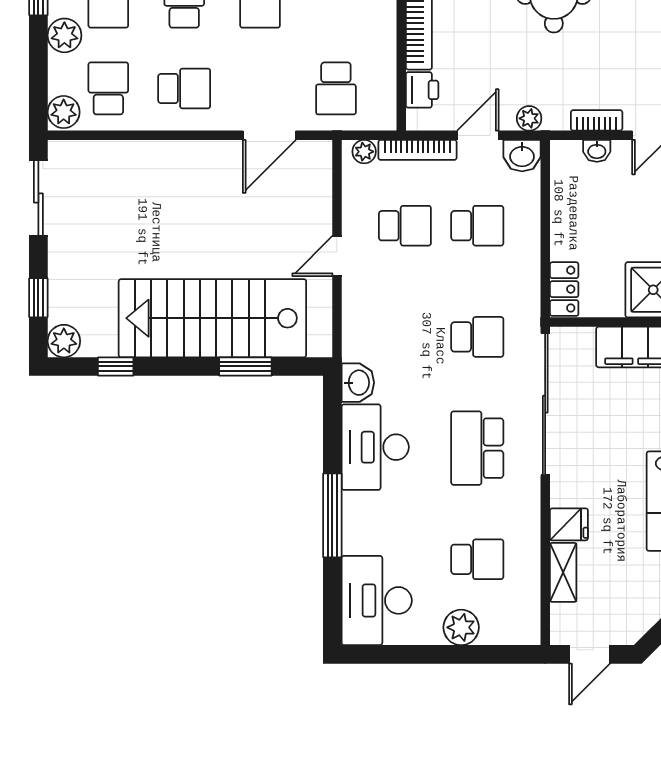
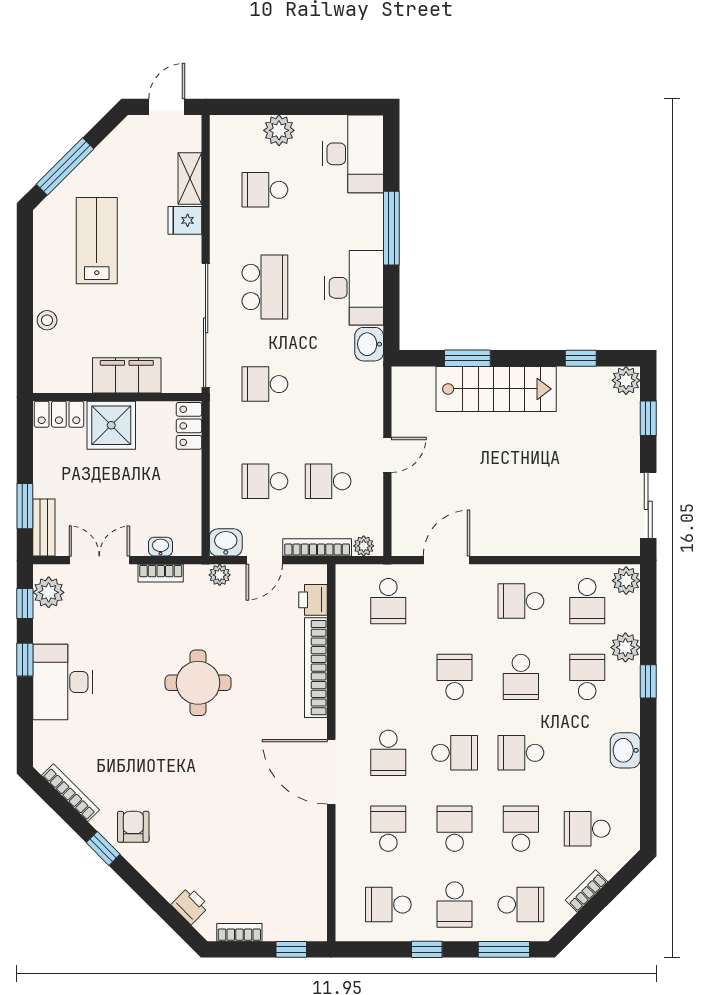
school desk: (336, 88) -> (388, 601), turned 180
stairs: (212, 318) -> (496, 389), width x0.73, depth x0.66

